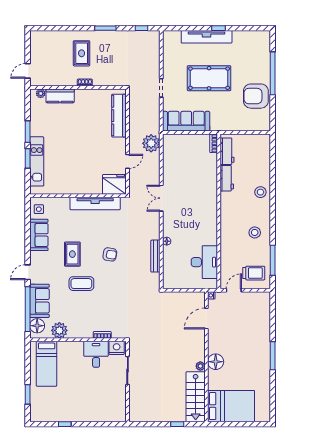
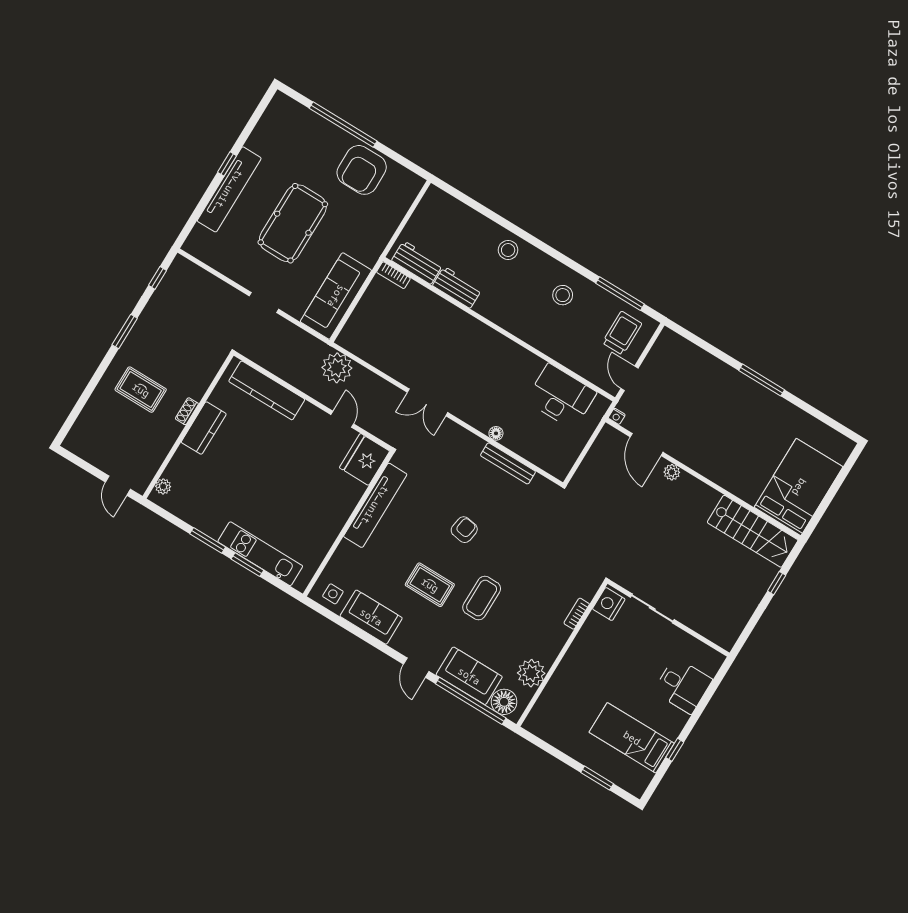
kitchen counter: (60, 96) -> (204, 428), moved
desk: (96, 354) -> (683, 685), moved, turned 180
floor lamp: (216, 362) -> (719, 470), removed
bed: (47, 364) -> (632, 738), moved, turned 180
plant: (200, 366) -> (672, 472), moved

